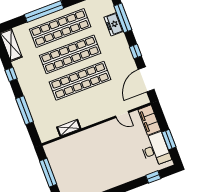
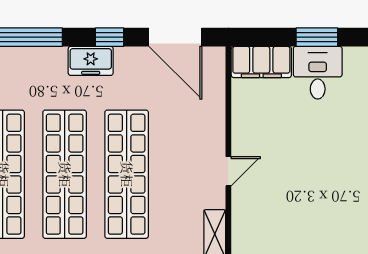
freezer: (114, 24) -> (91, 61), moved
door: (122, 114) -> (228, 171), moved
desk: (155, 150) -> (318, 73), width x0.73

